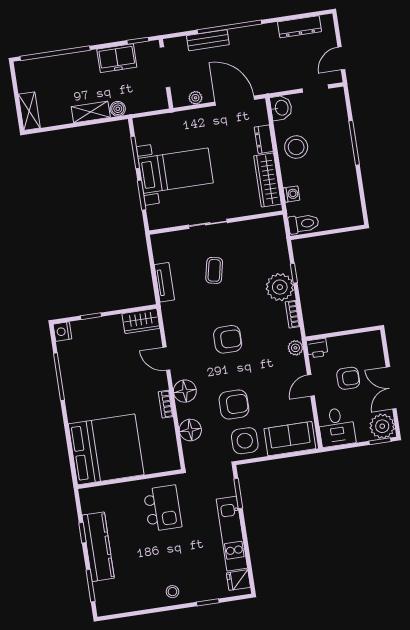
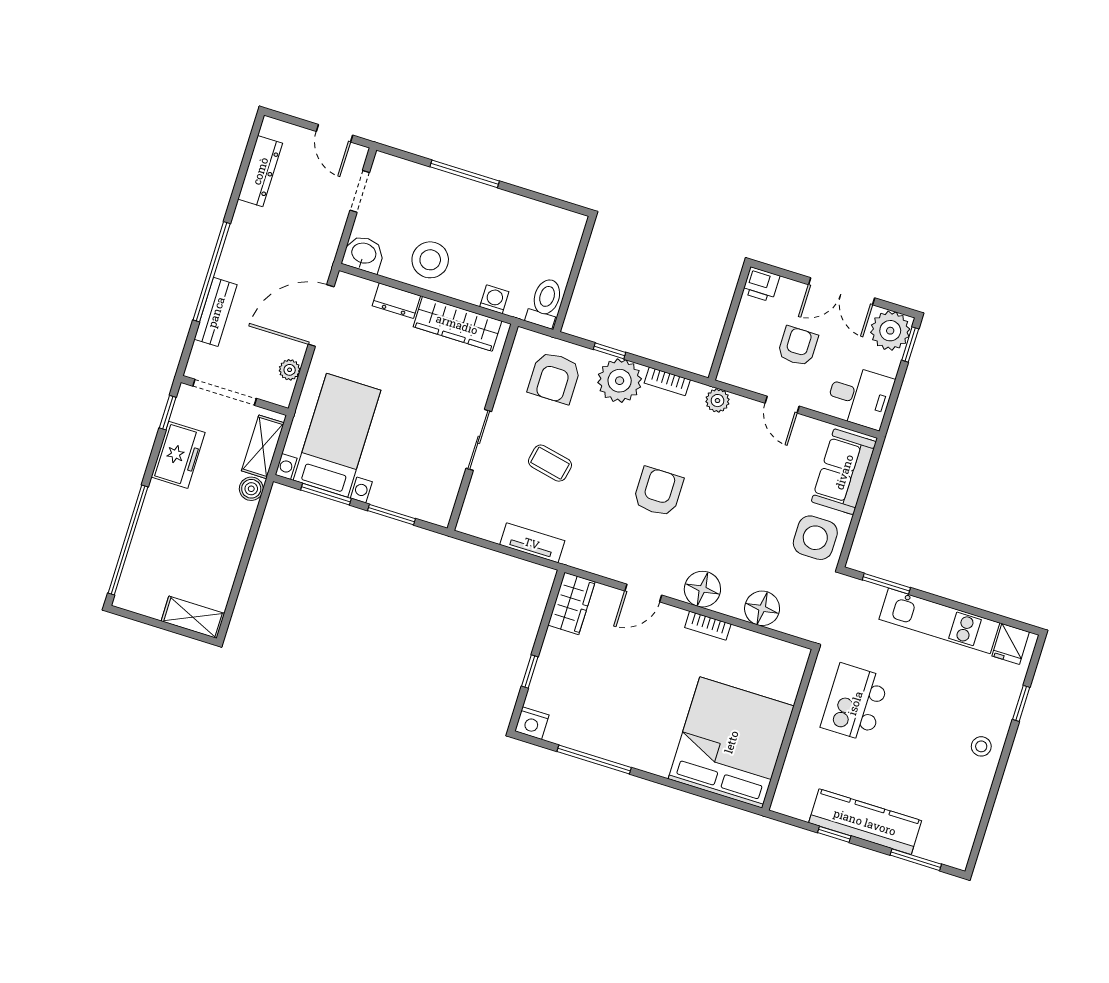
shelving: (91, 112) -> (263, 447), moved
bed with nightstands: (176, 171) -> (337, 435), moved
printer: (317, 348) -> (761, 284), moved, turned 90
armchair: (234, 404) -> (554, 378), moved, turned 180
kitchen island: (163, 508) -> (855, 703), turned -90

